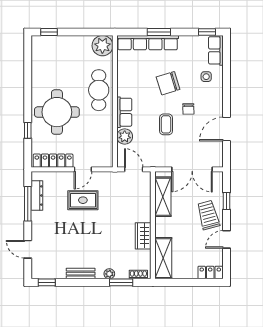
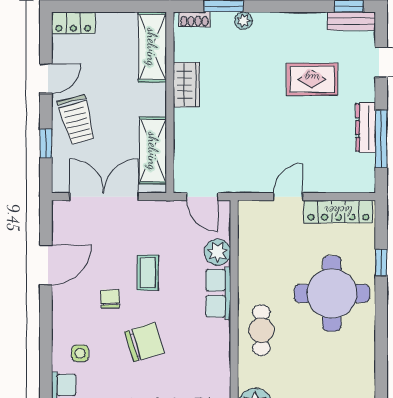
cafe table: (99, 90) -> (261, 330), width x0.73, depth x0.74
dresser: (37, 195) -> (366, 128), moved
rug: (83, 200) -> (312, 79), moved
bench: (81, 274) -> (351, 21), moved

